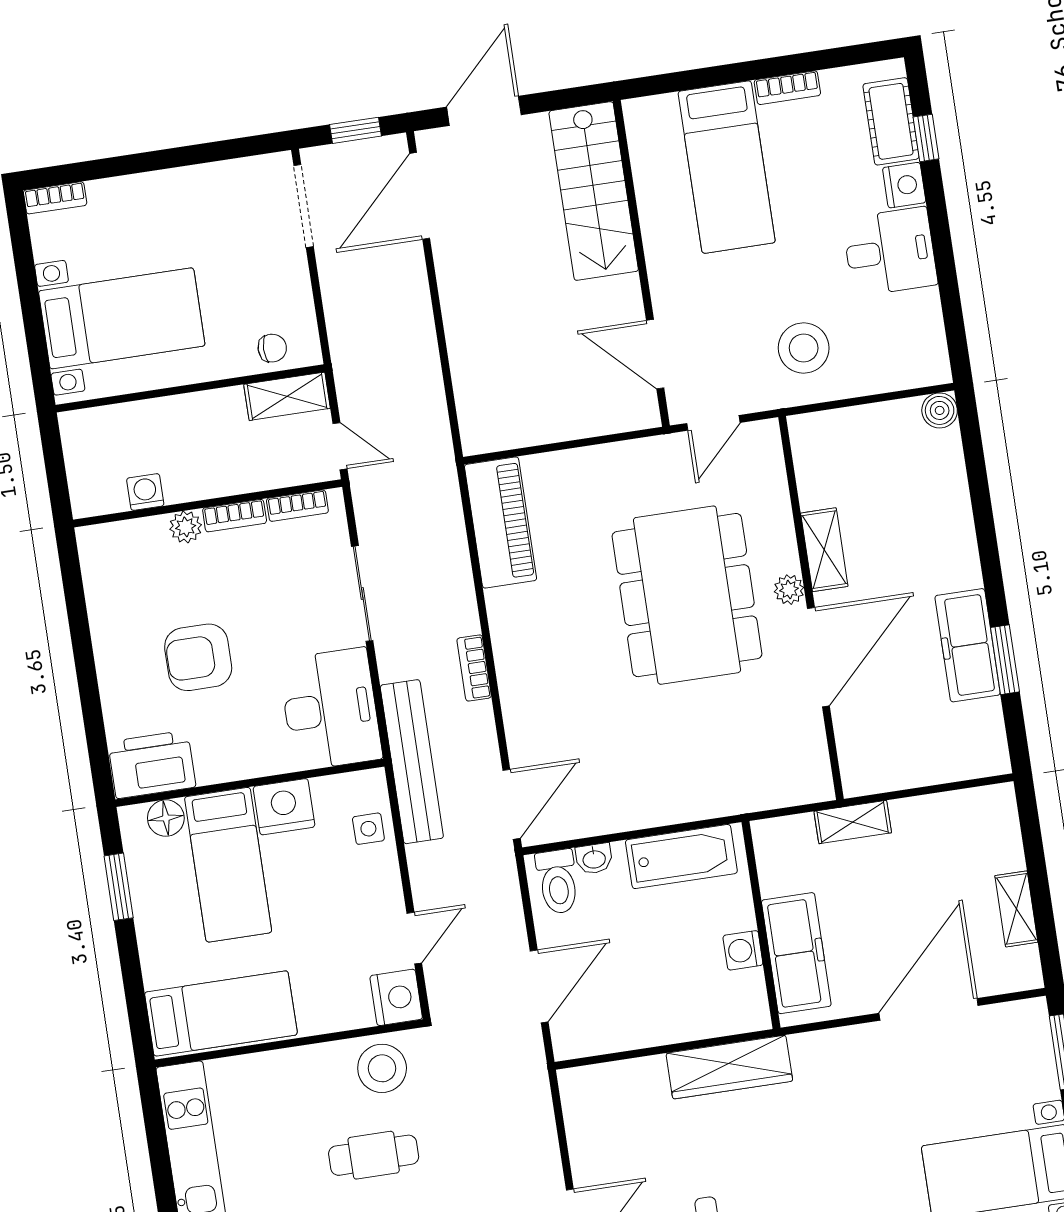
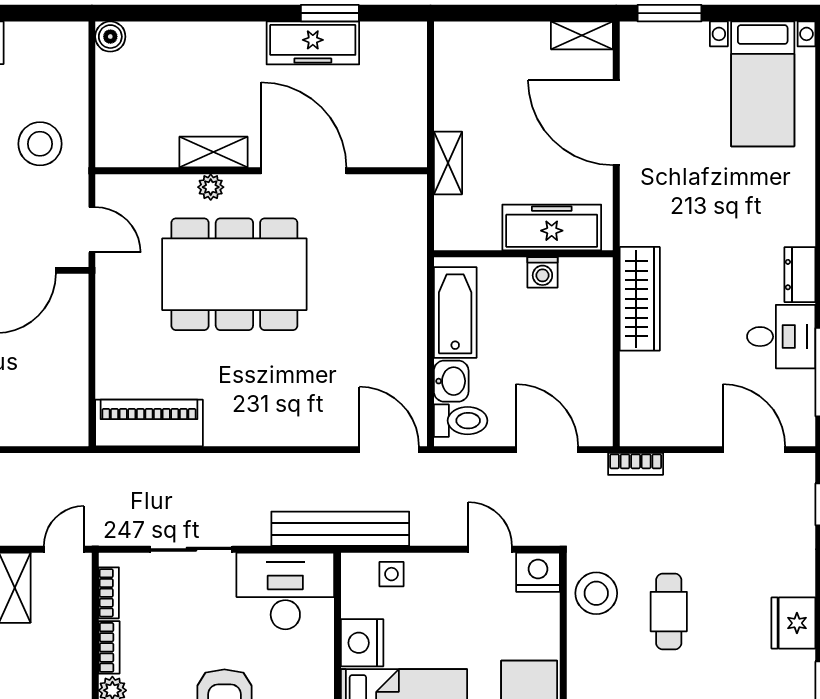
plant: (789, 590) -> (211, 187), moved
bookcase: (474, 668) -> (636, 464), moved
washbasin: (594, 859) -> (451, 381), width x1.38, depth x1.45
shelving: (1016, 909) -> (582, 35), moved

